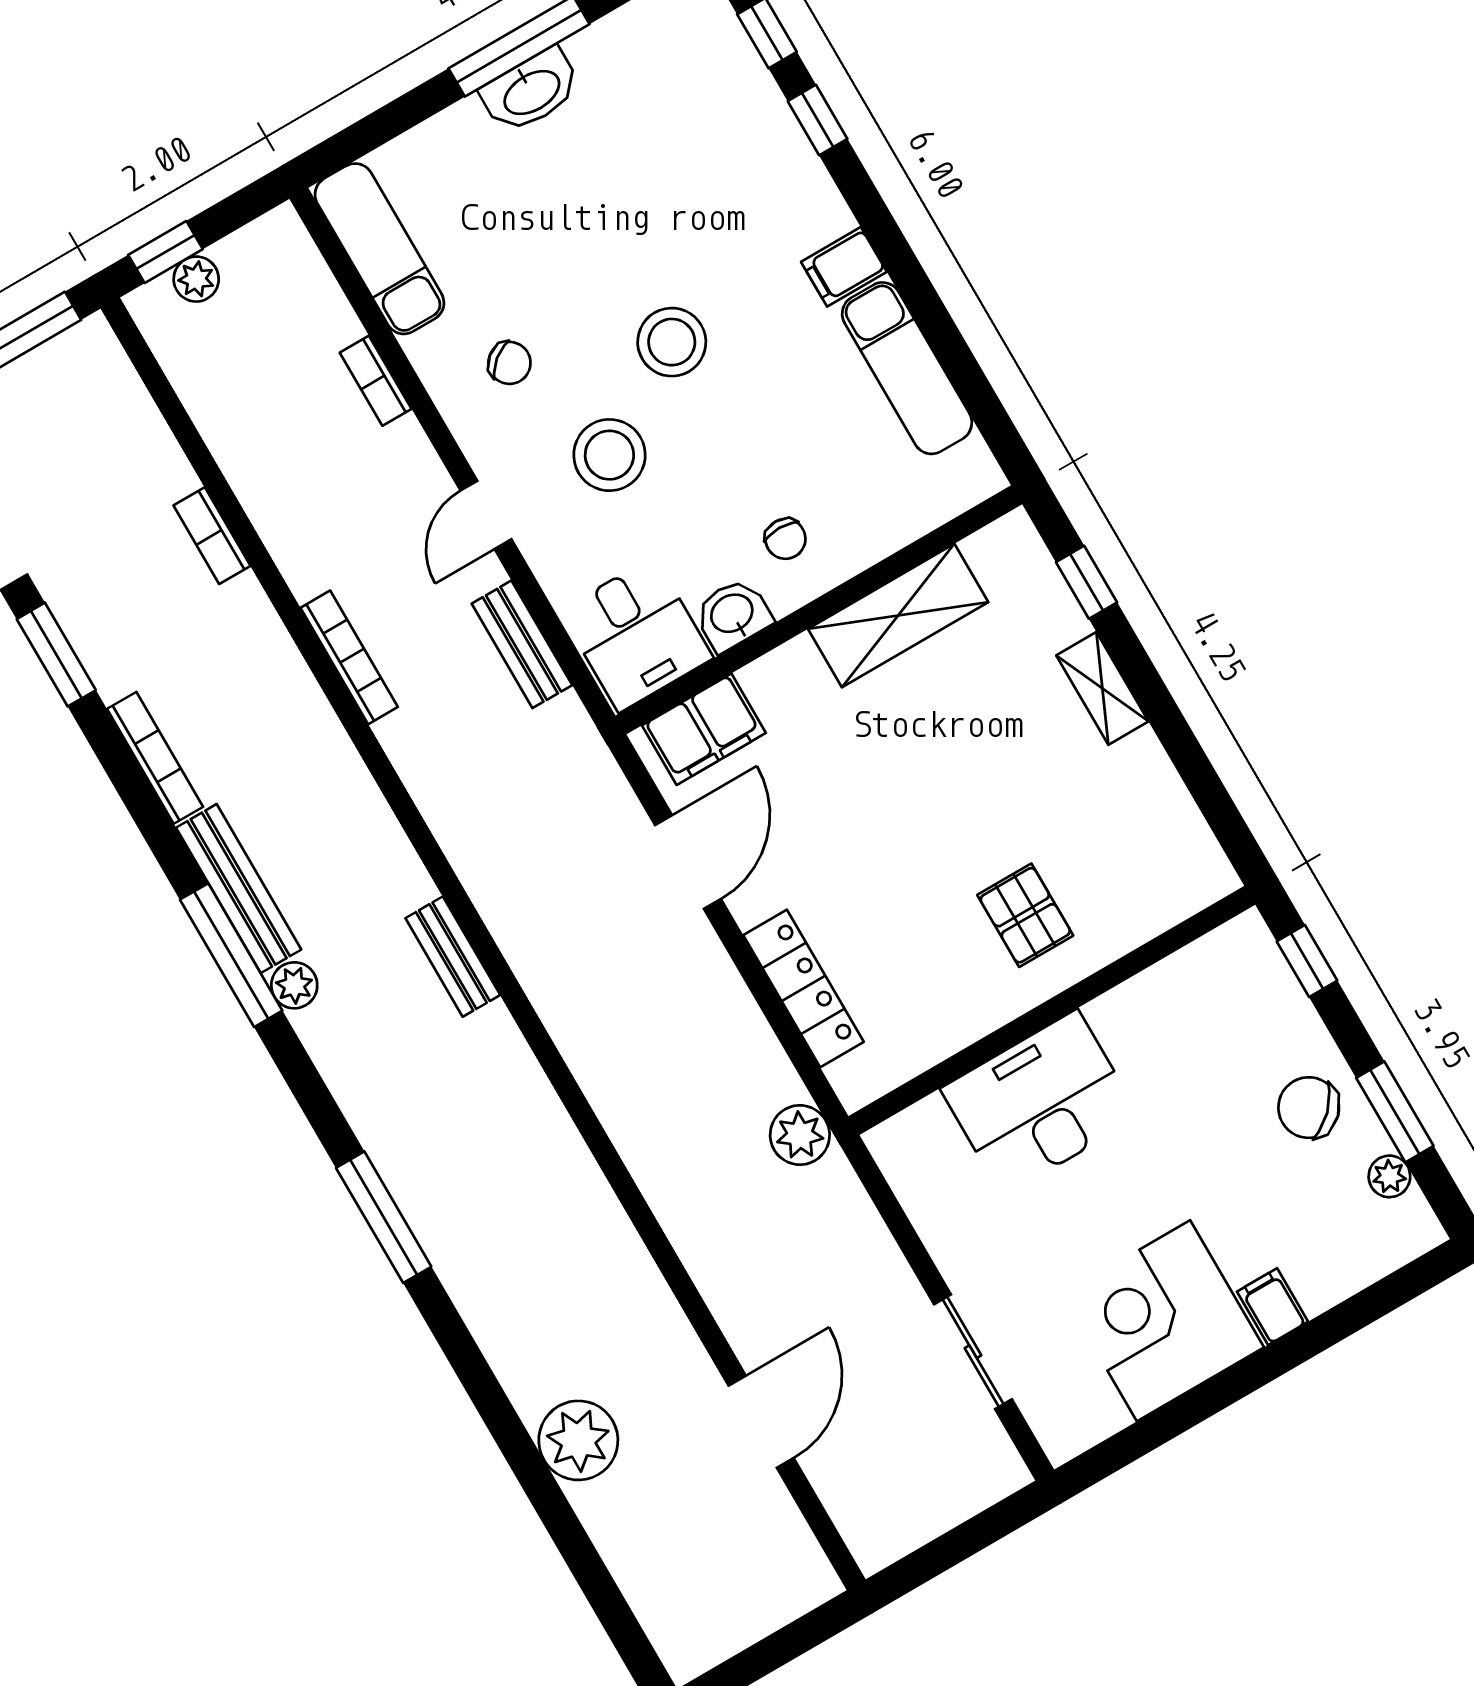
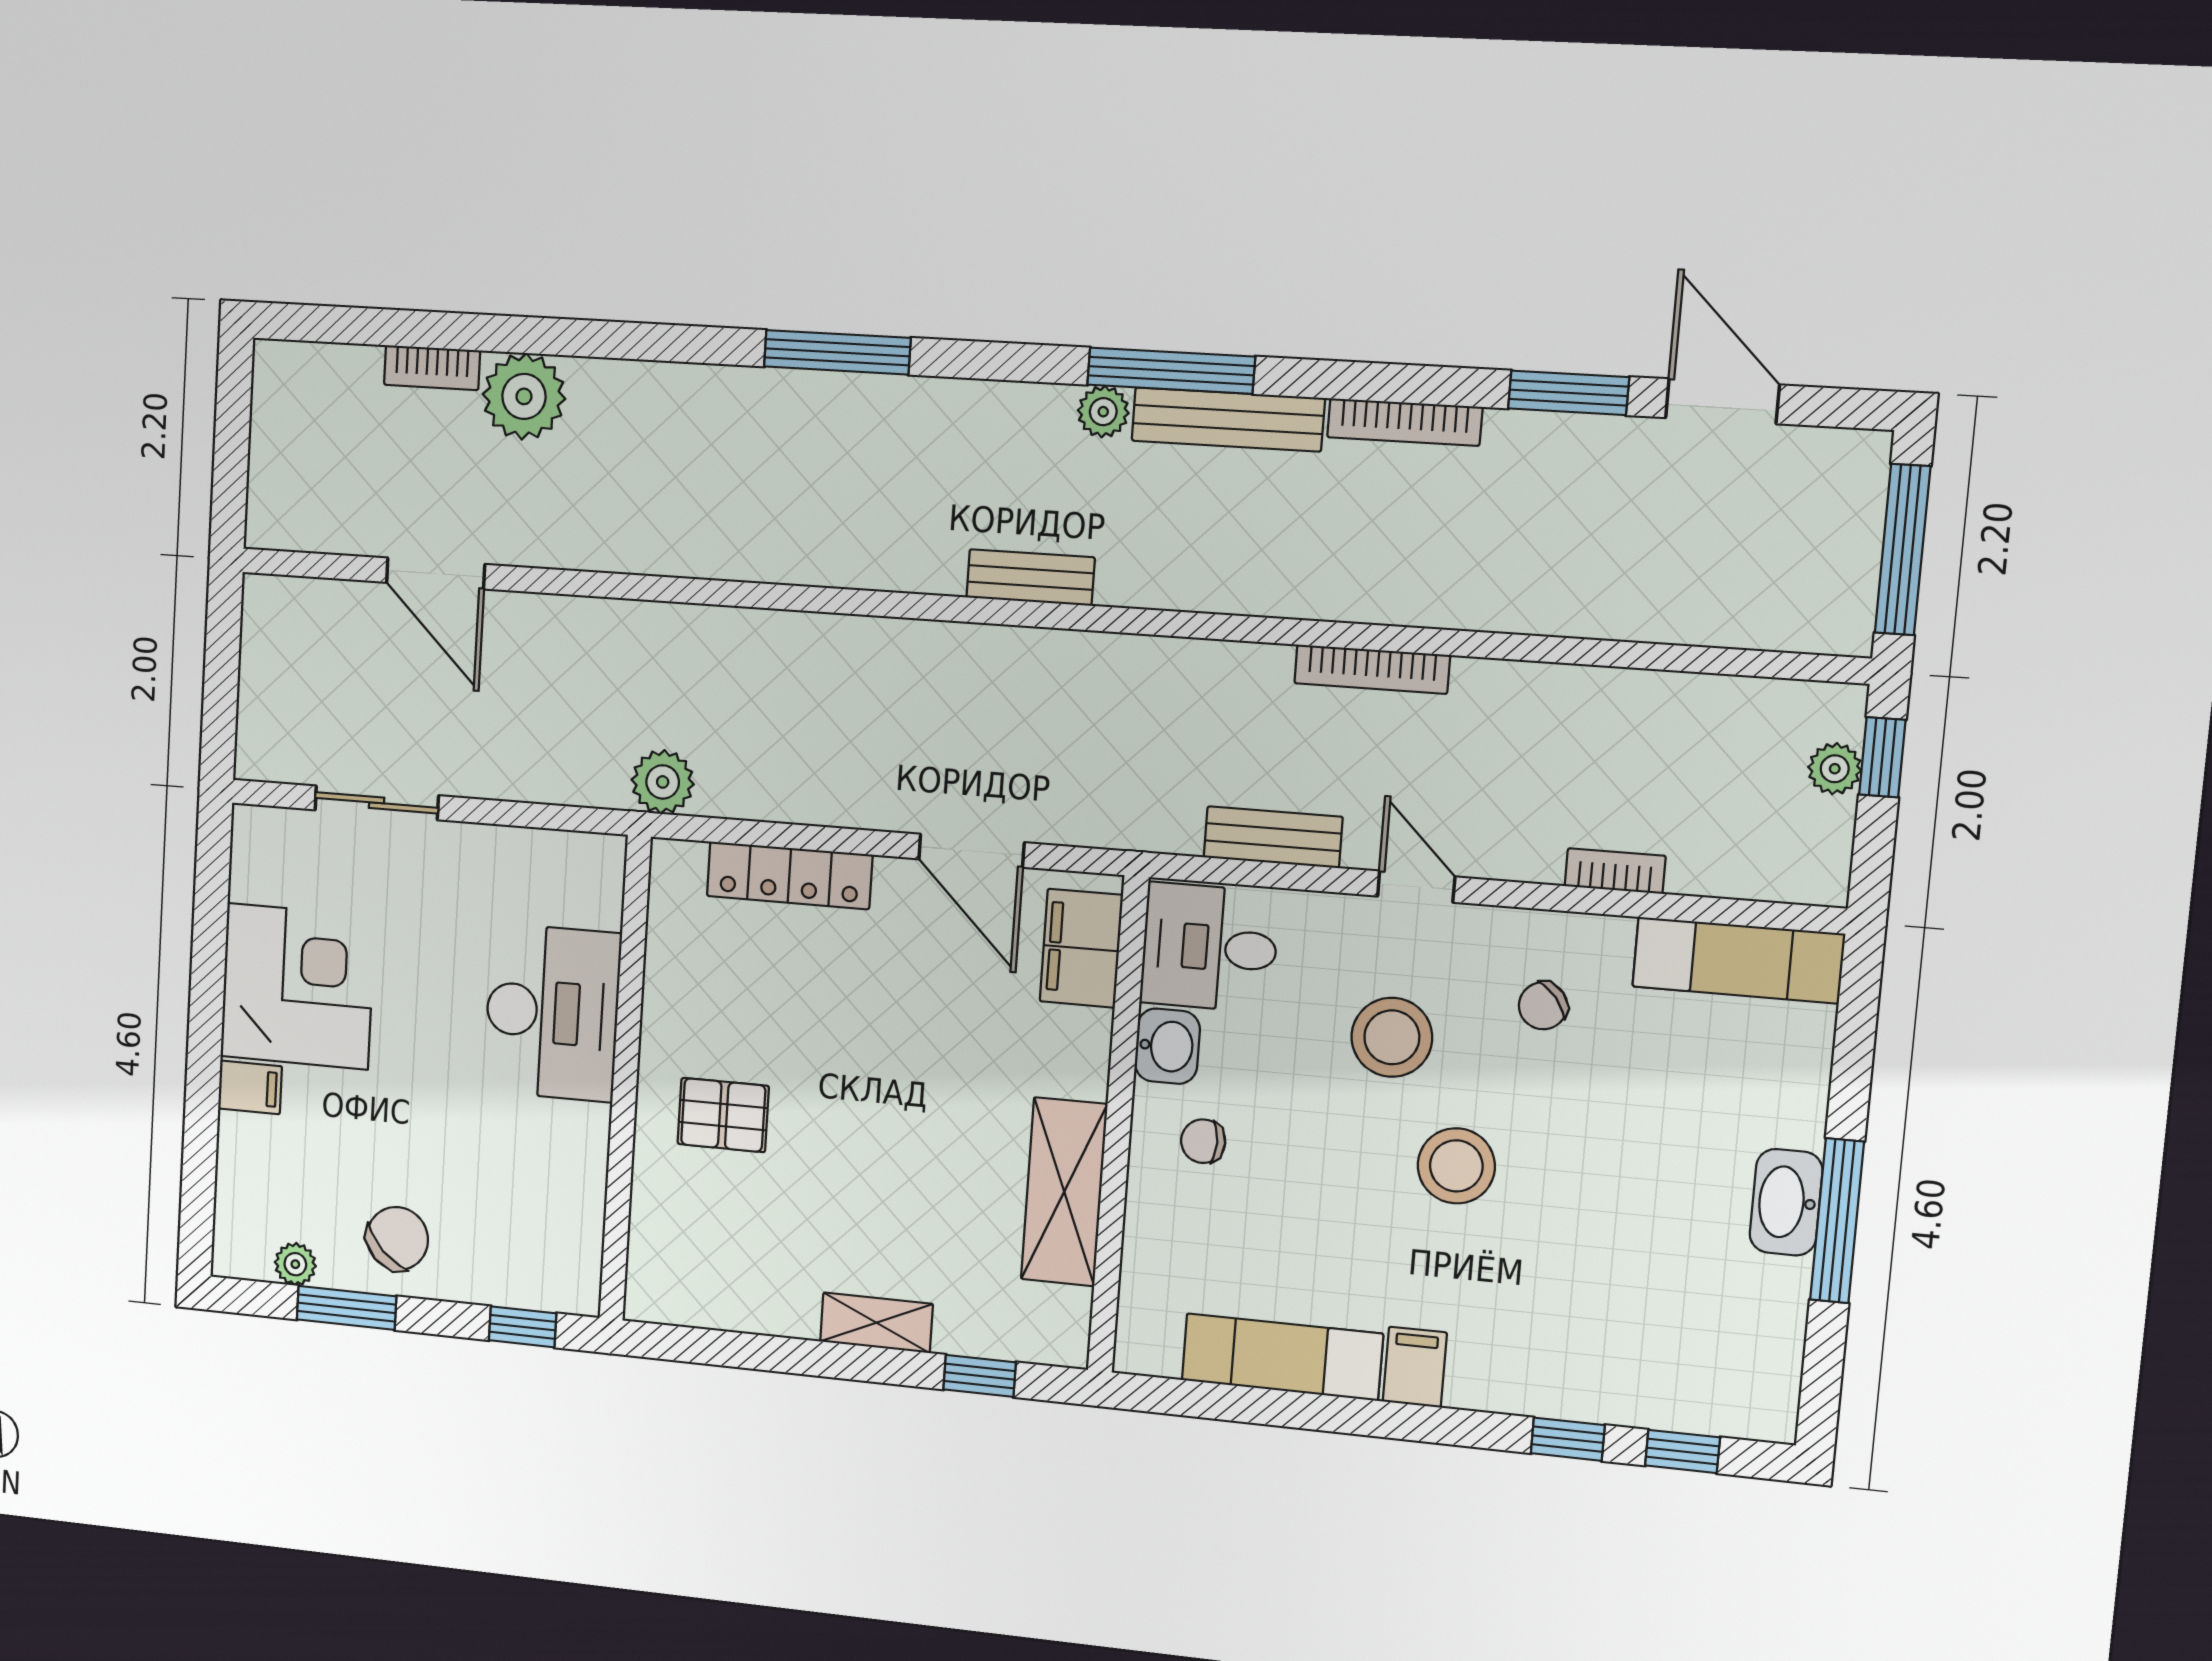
bookcase: (212, 536) -> (432, 368), moved, turned 180

